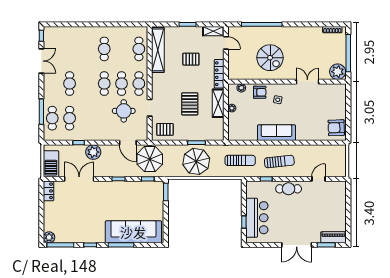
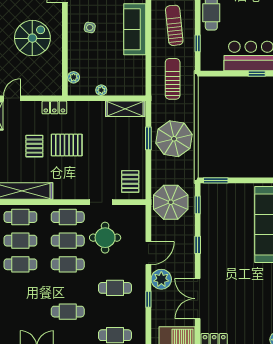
cafe table: (122, 49) -> (20, 241), added
locker: (219, 74) -> (54, 107), width x0.66
armchair: (260, 92) -> (80, 52), removed
shelving: (218, 103) -> (125, 109), moved
pallet: (190, 104) -> (67, 145), moved
cafe table: (70, 118) -> (115, 288), moved
door: (128, 143) -> (148, 253), moved

